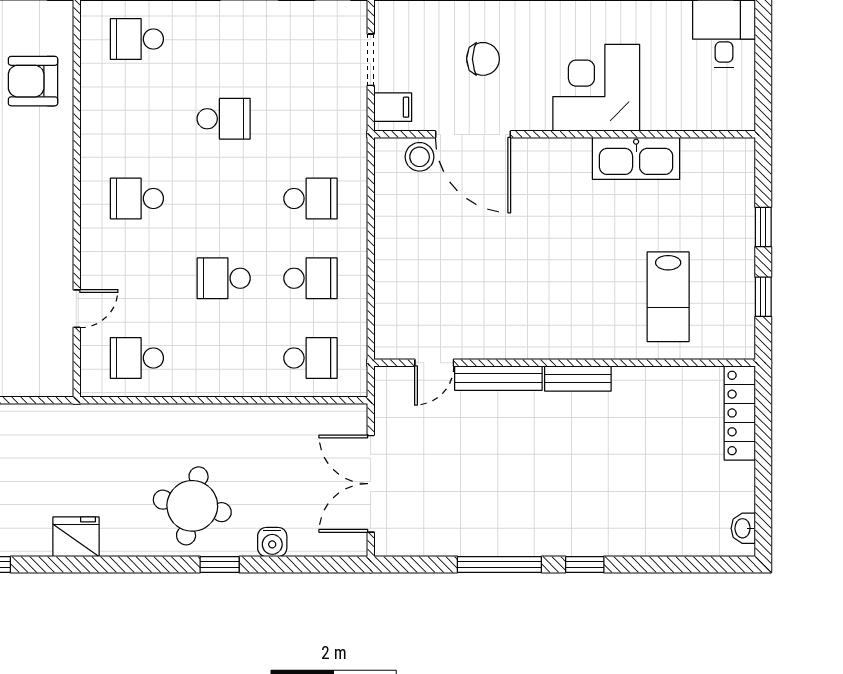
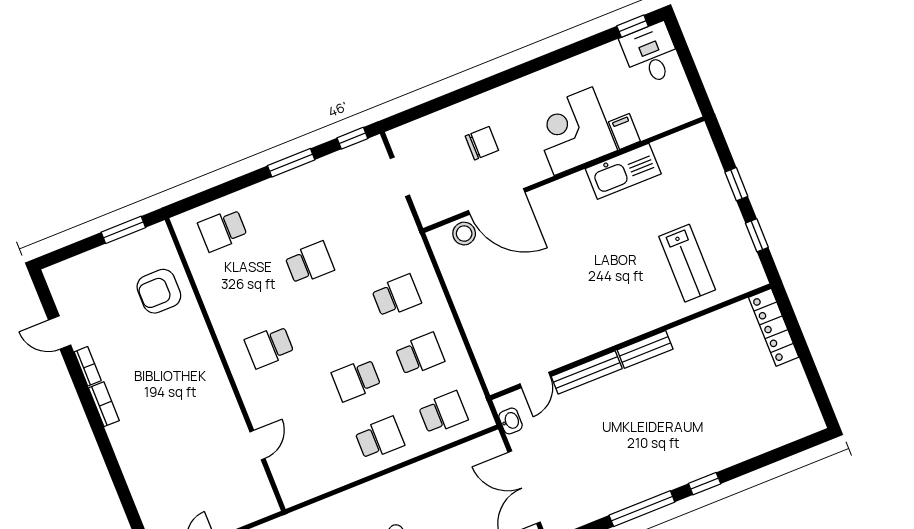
filing cabinet: (393, 107) -> (624, 132), moved, turned -90
school desk: (137, 358) -> (380, 438), moved, turned 180
washbasin: (743, 528) -> (511, 421), moved, turned 180

